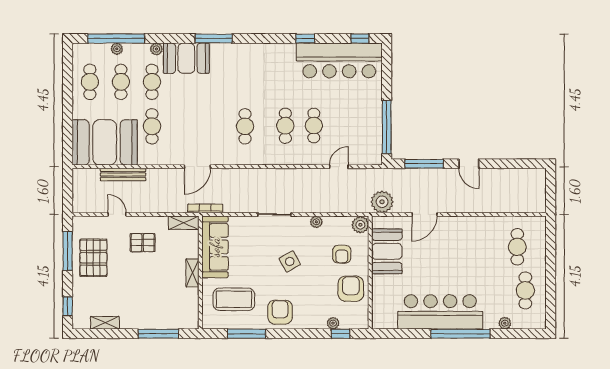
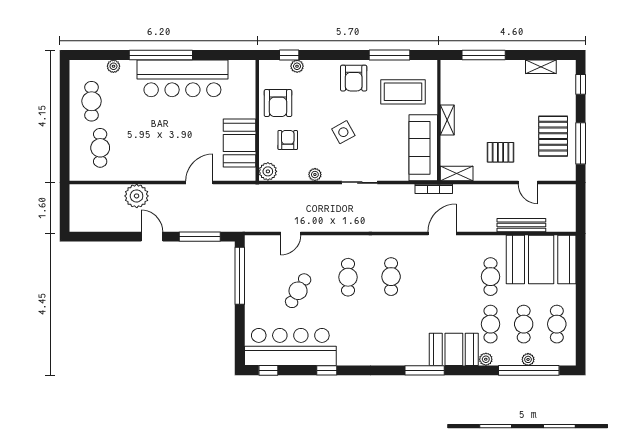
cafe table: (314, 125) -> (298, 291), moved, turned 30
plant: (382, 202) -> (137, 196), moved

